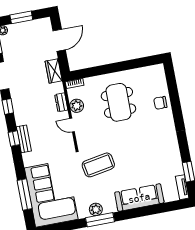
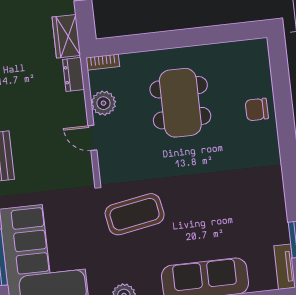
dresser: (61, 102) -> (73, 74), moved

